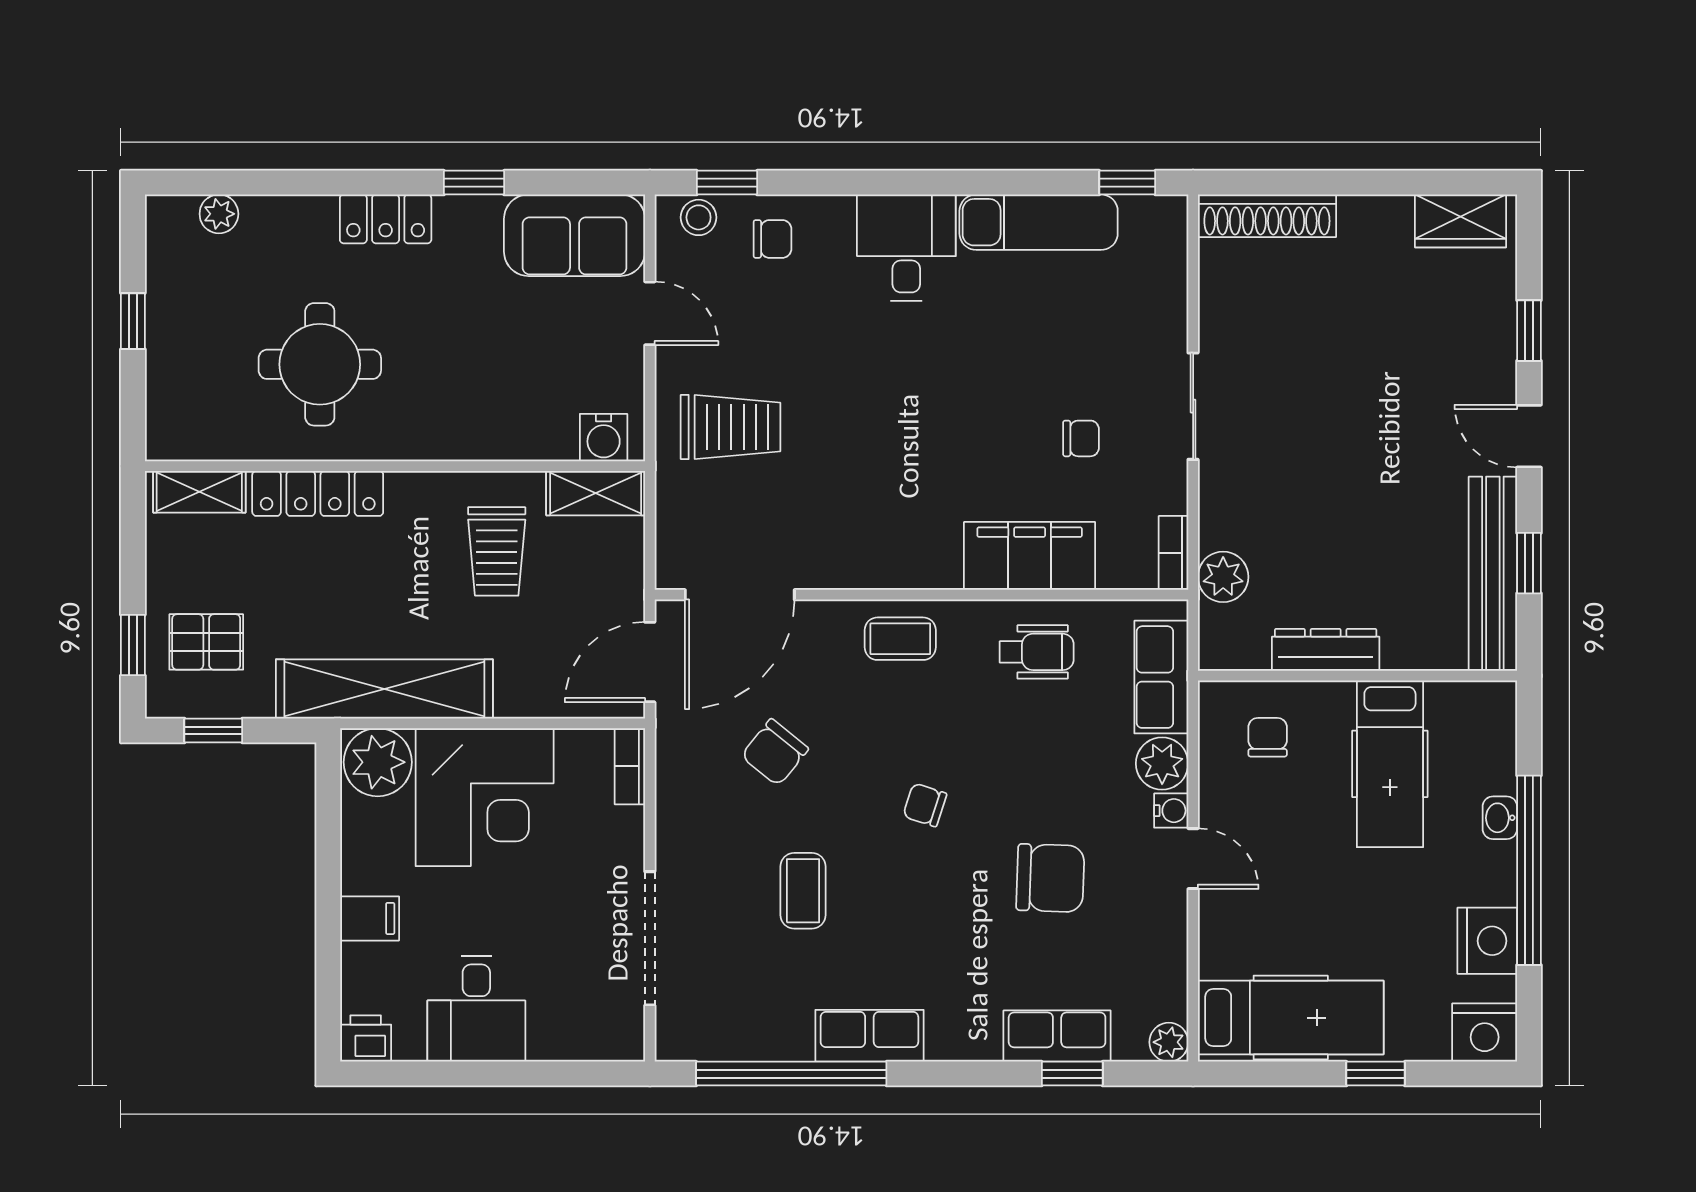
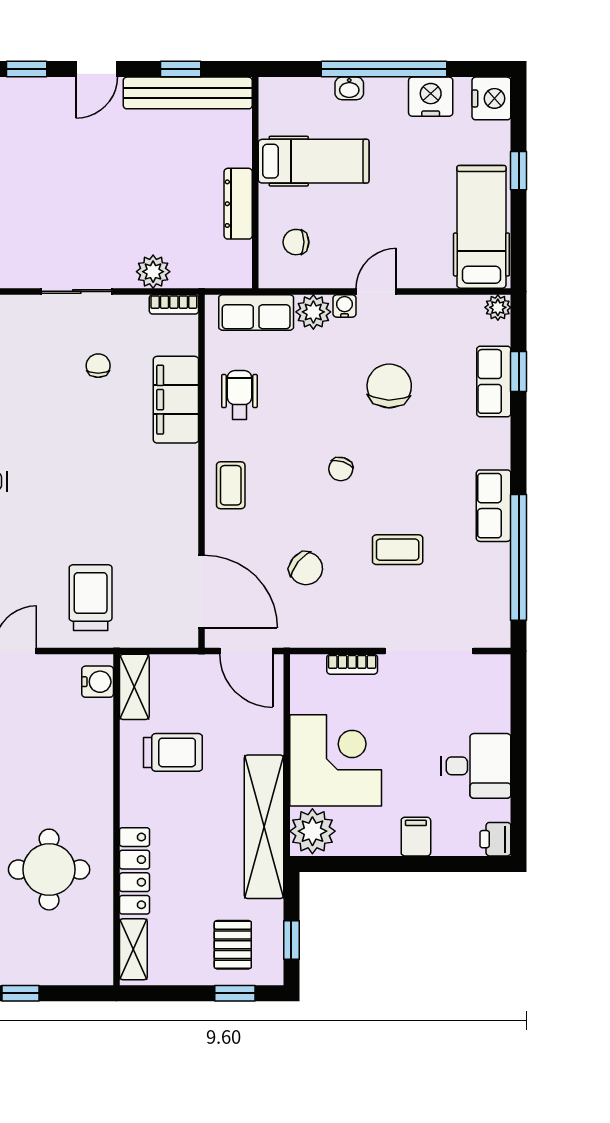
plant: (1223, 577) -> (153, 272), moved
bookcase: (630, 766) -> (352, 664), moved

